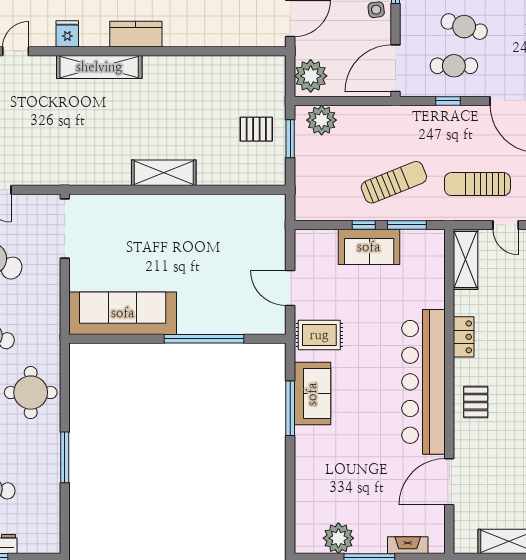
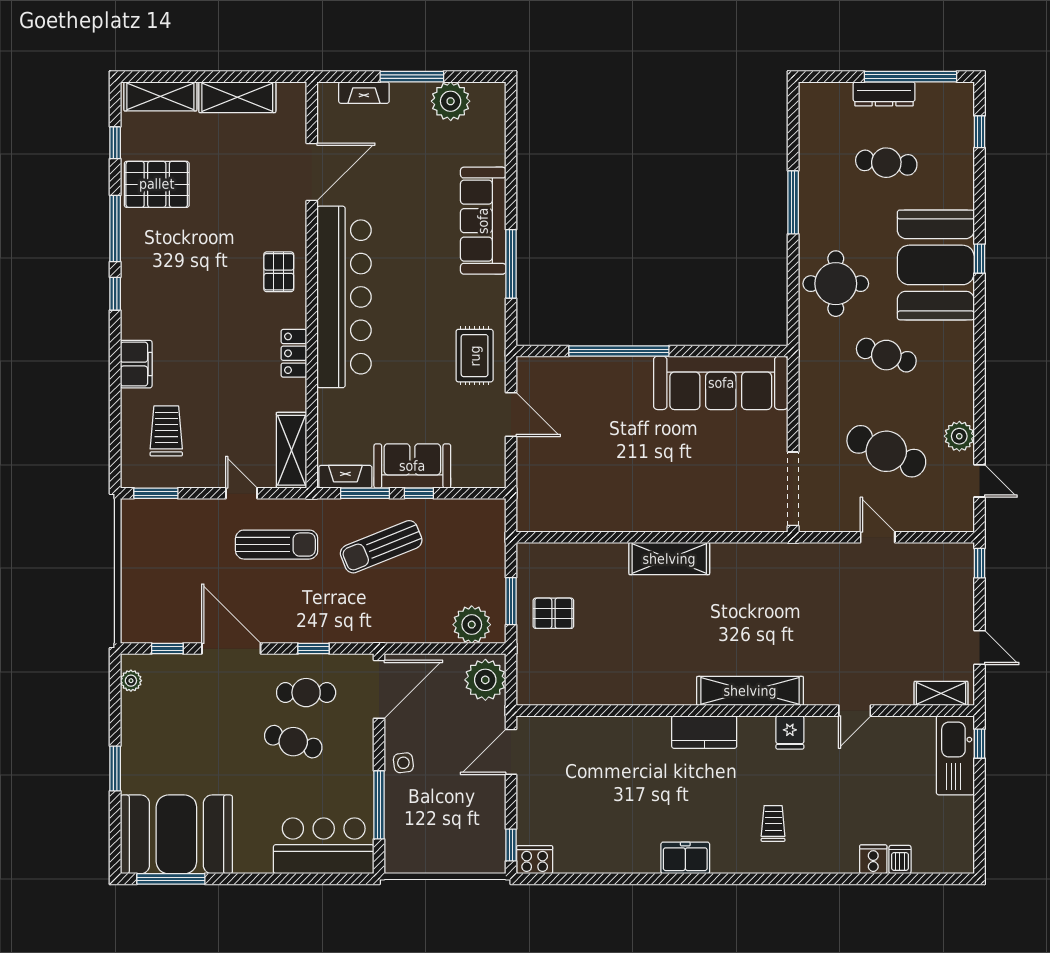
fireplace: (423, 238) -> (345, 477), added
rug: (319, 335) -> (475, 356), turned 90
sofa: (312, 394) -> (483, 221), moved, width x1.36

